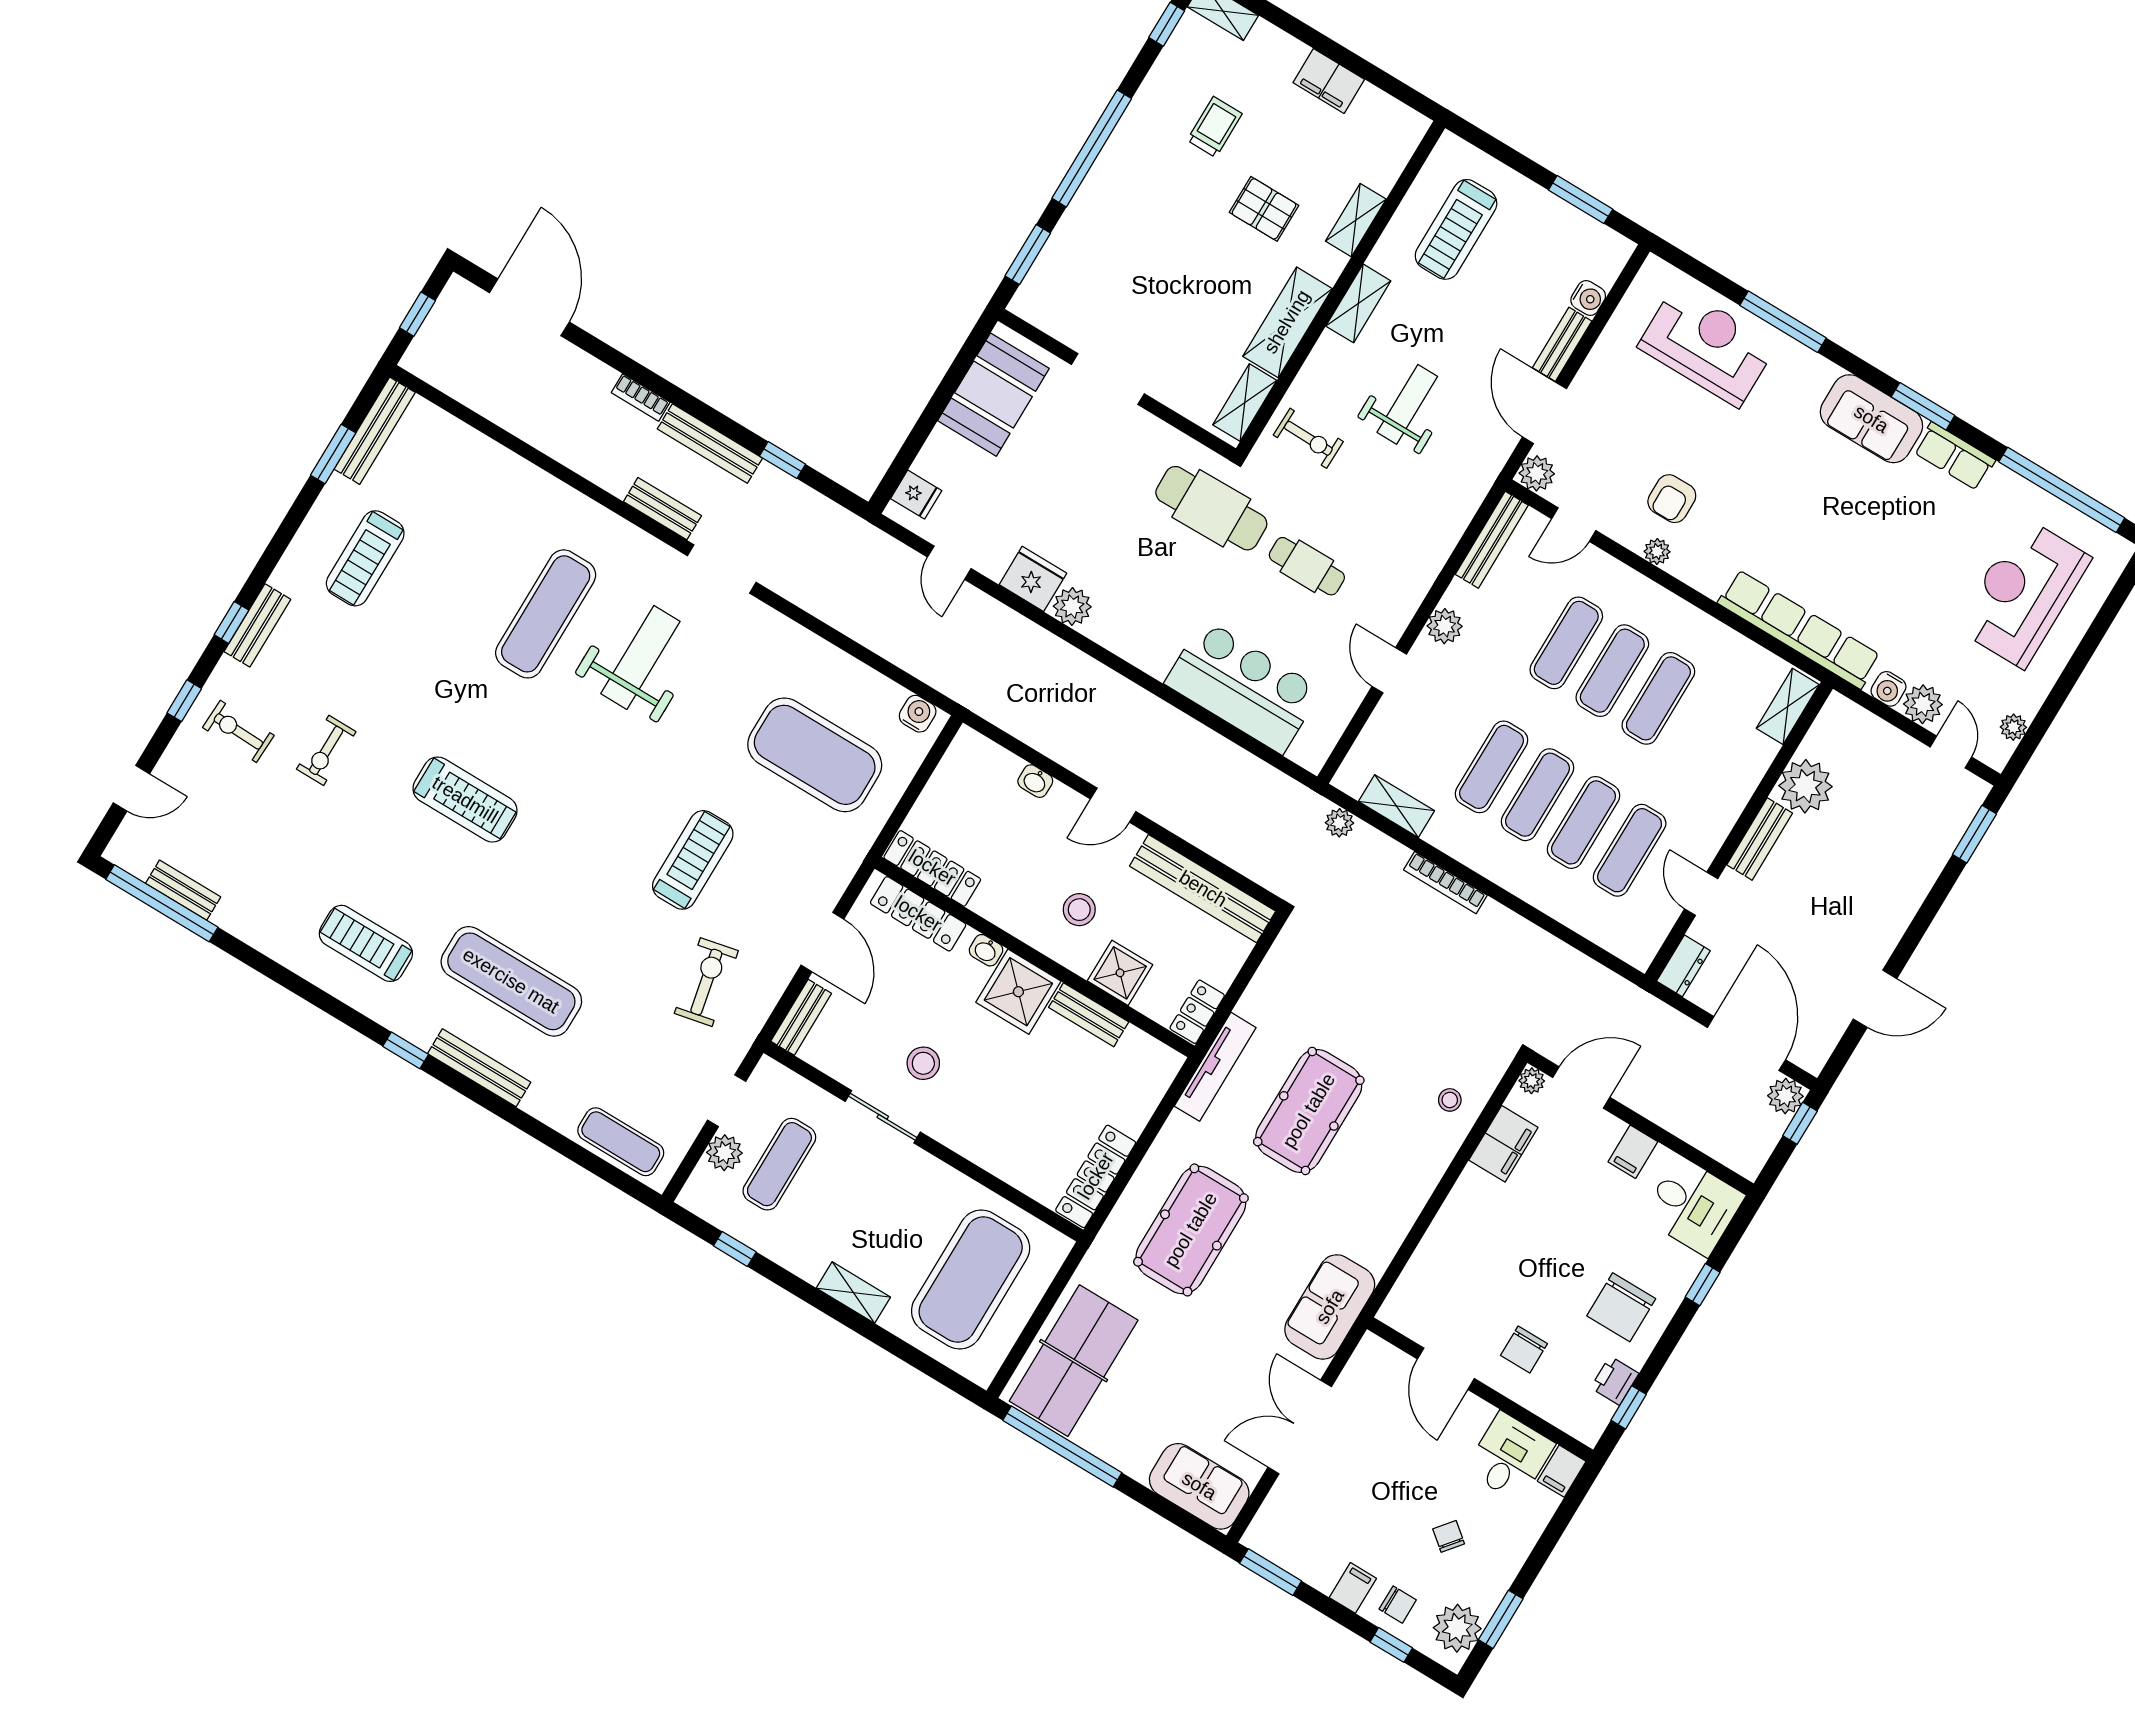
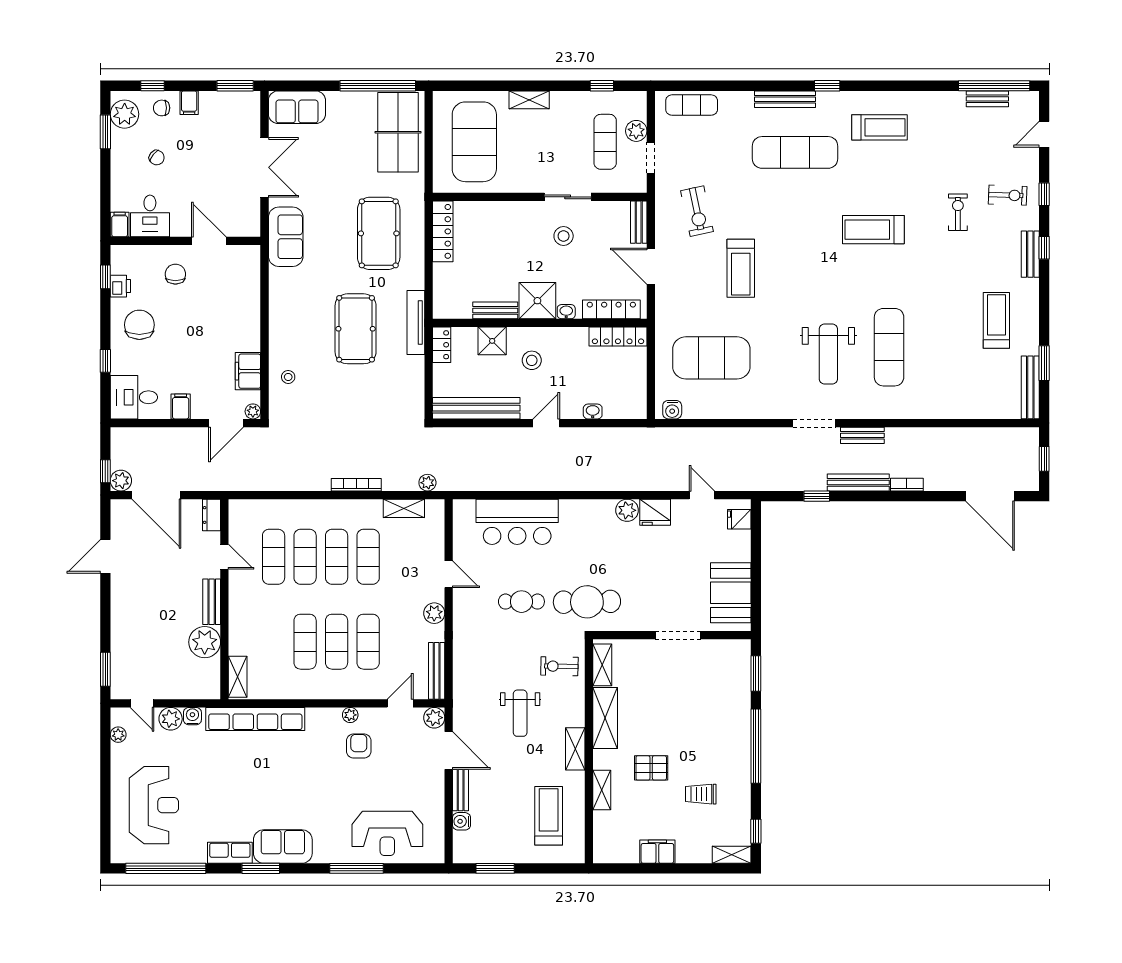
trolley: (1215, 127) -> (701, 794), turned 90

